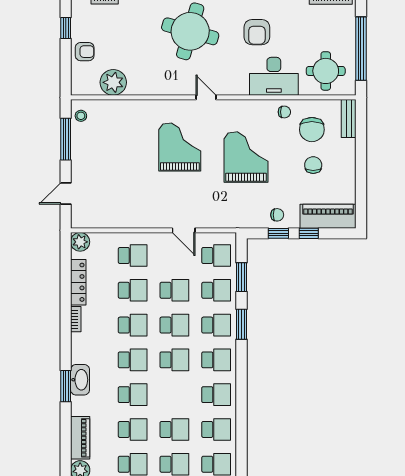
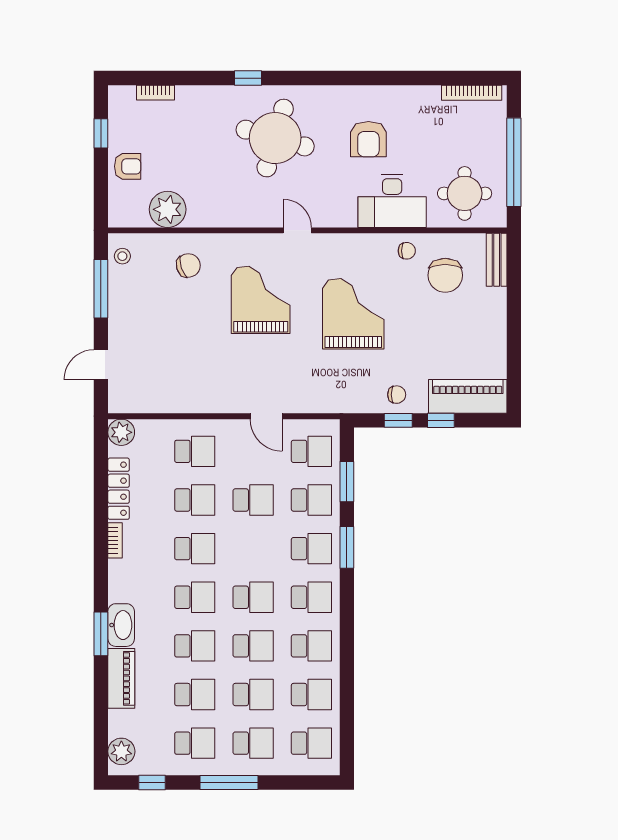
chair: (313, 165) -> (188, 265), moved, turned 72
school desk: (174, 325) -> (253, 646), moved
piano: (80, 438) -> (121, 678), moved

